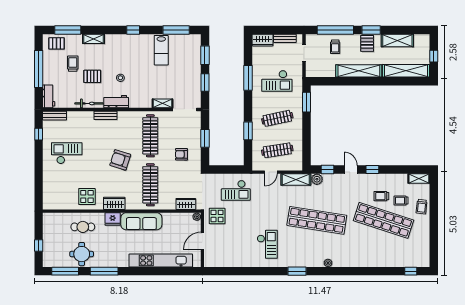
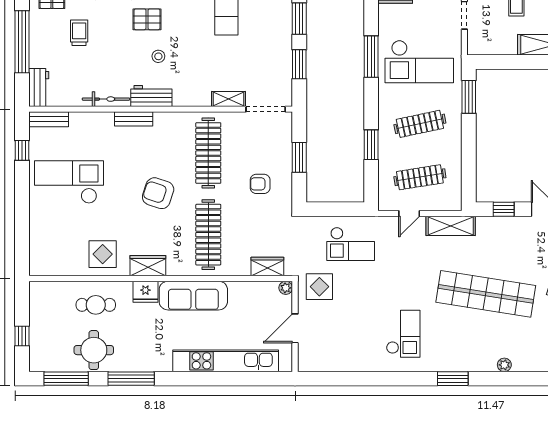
pallet: (92, 76) -> (147, 19), moved
checkout: (277, 81) -> (419, 62), width x1.36, depth x1.21
checkout: (67, 153) -> (69, 182), width x1.36, depth x1.21
plant: (317, 179) -> (486, 225), removed

